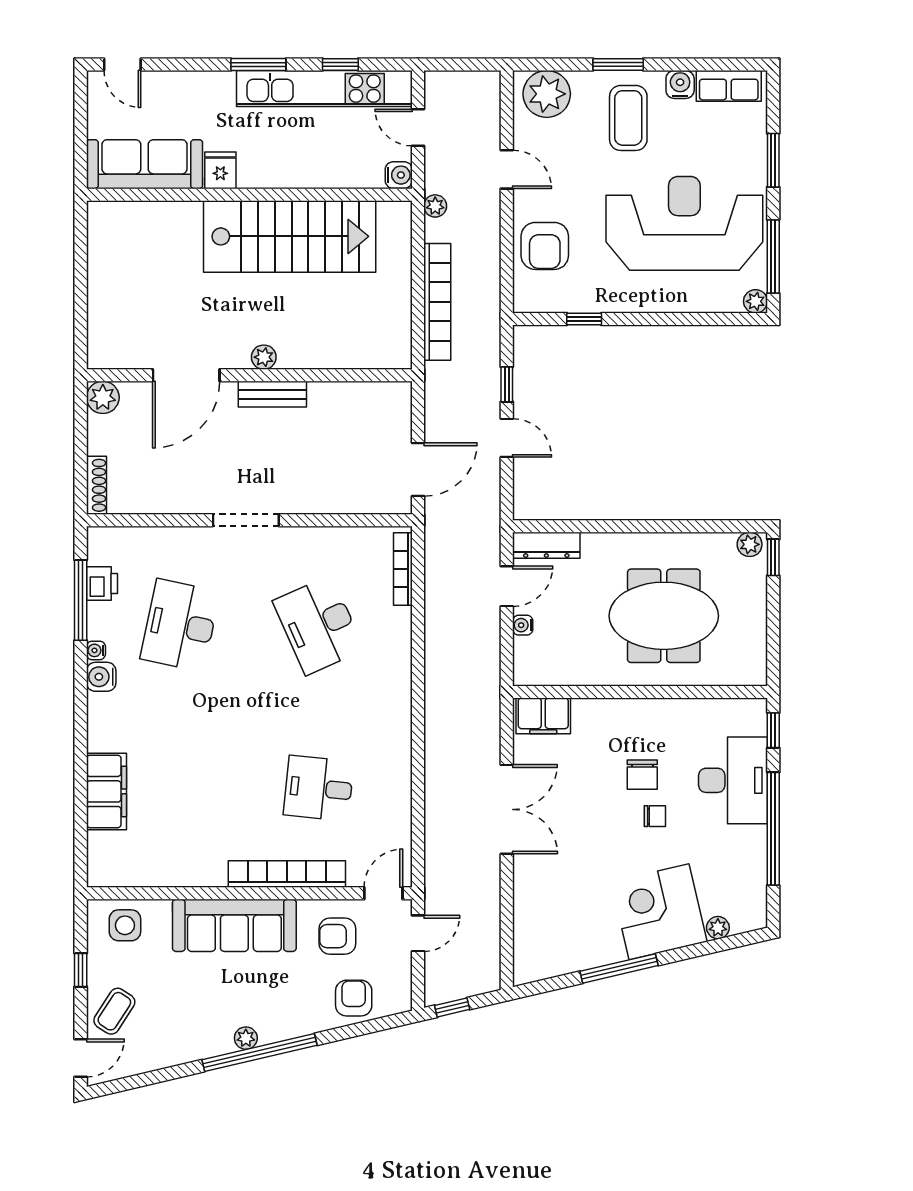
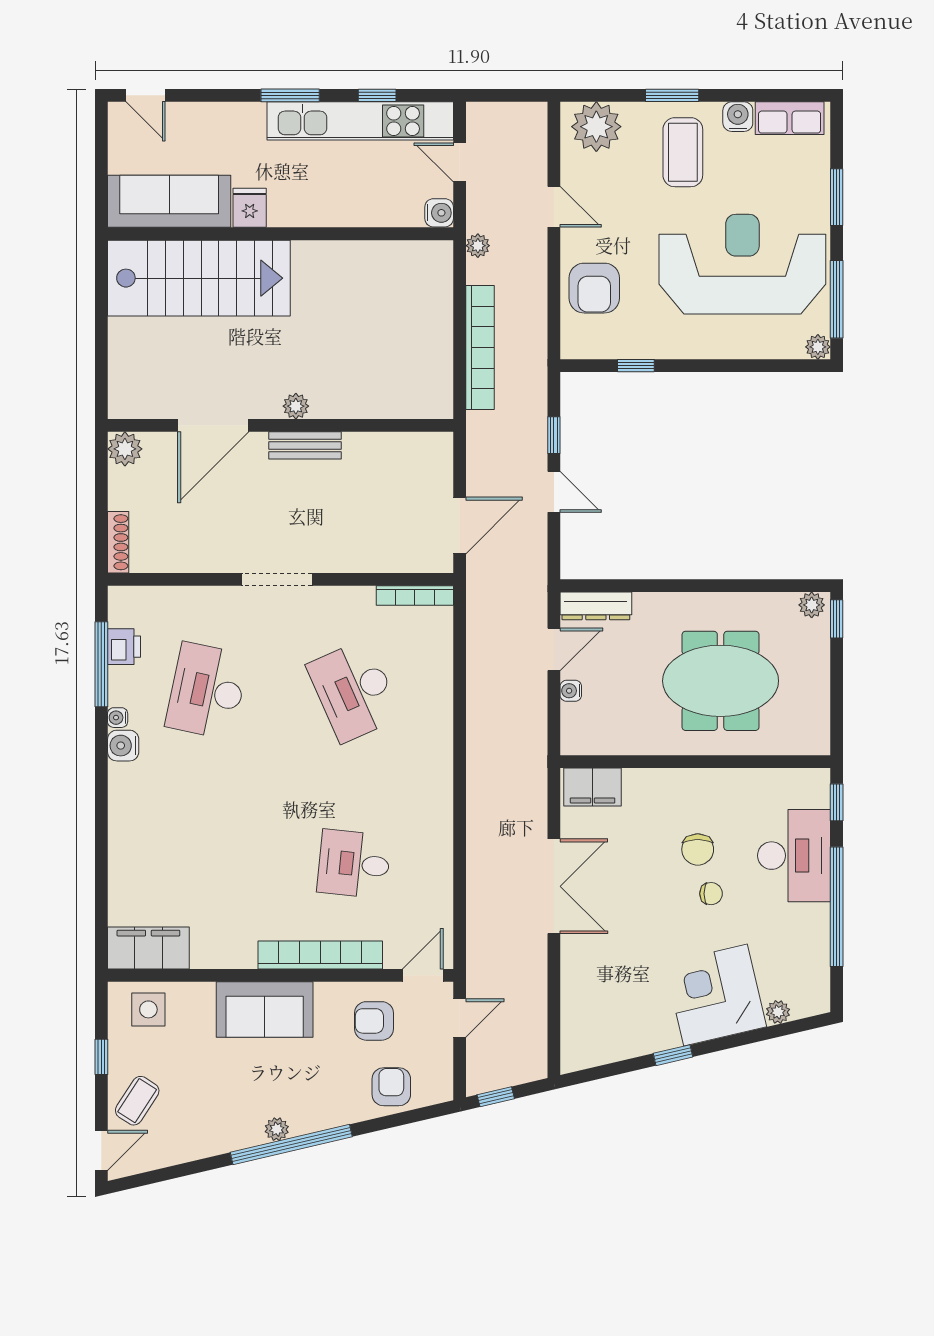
stairs: (290, 236) -> (199, 278), moved
bookcase: (403, 569) -> (415, 596), moved, turned -90
filing cabinet: (106, 791) -> (148, 948), moved, turned -90
sofa: (234, 925) -> (265, 1009), width x0.73
window: (619, 968) -> (673, 1055), width x0.46

